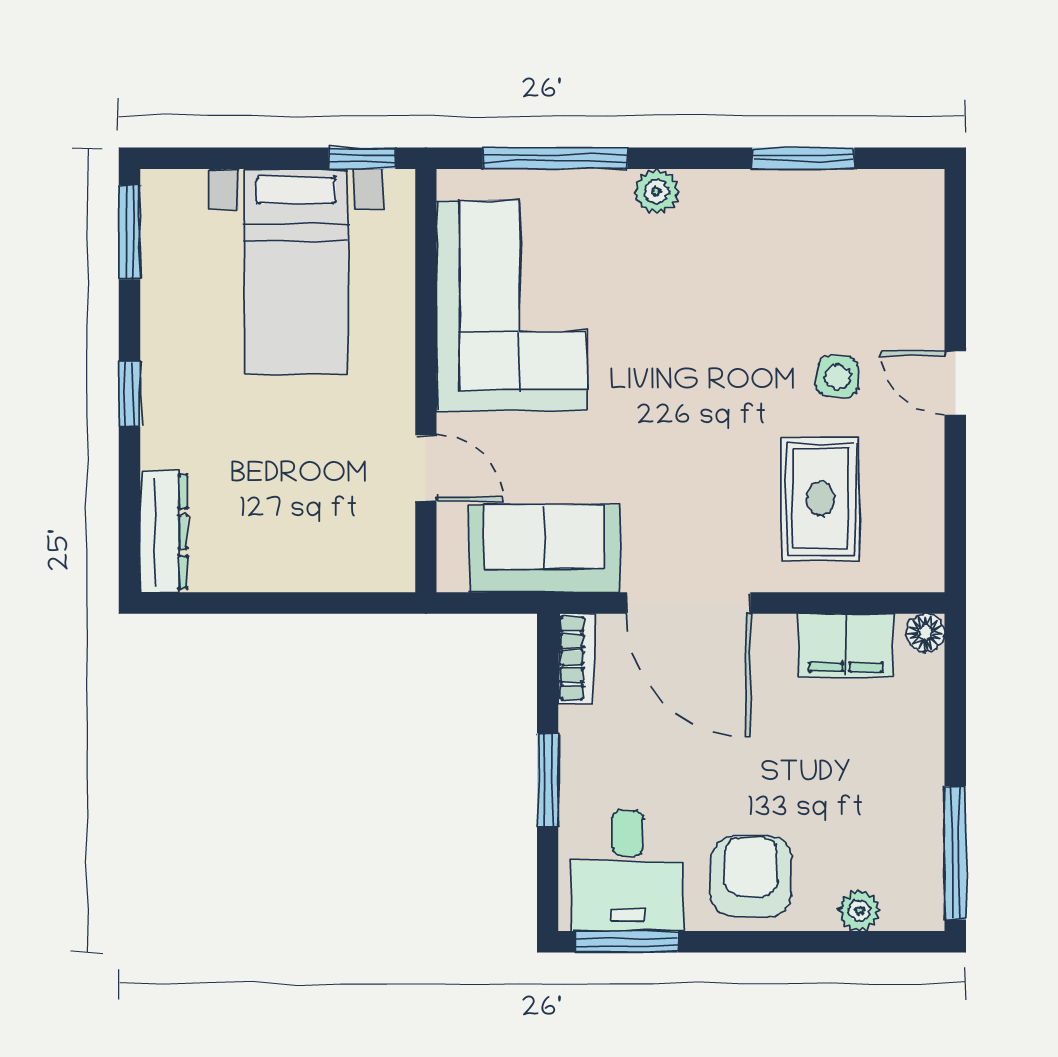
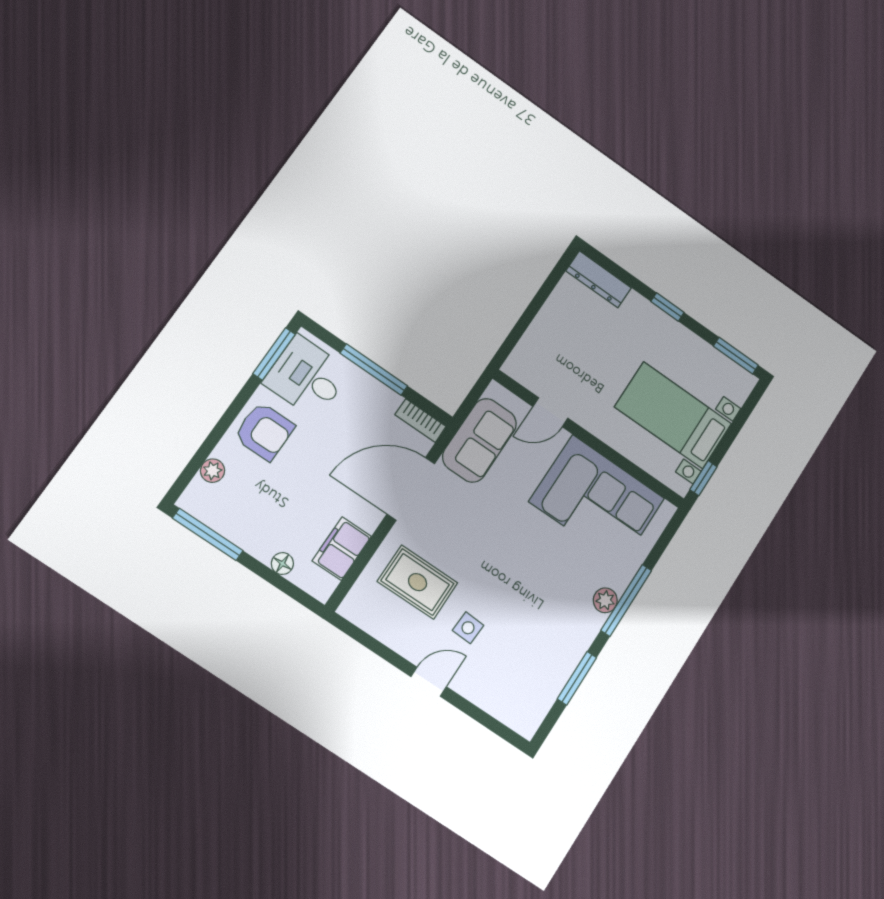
window: (555, 158) -> (626, 600), moved
floor lamp: (926, 633) -> (282, 564), moved
window: (548, 780) -> (374, 369), width x1.44

